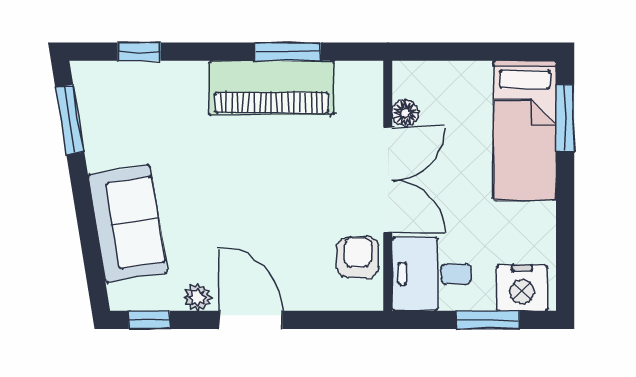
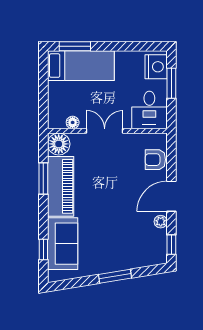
floor lamp: (360, 84) -> (59, 144), added
window: (70, 120) -> (115, 276), moved
double door: (388, 180) -> (105, 131), width x0.73
sofa: (128, 224) -> (63, 244), moved, turned 99
armchair: (358, 257) -> (155, 160), moved

